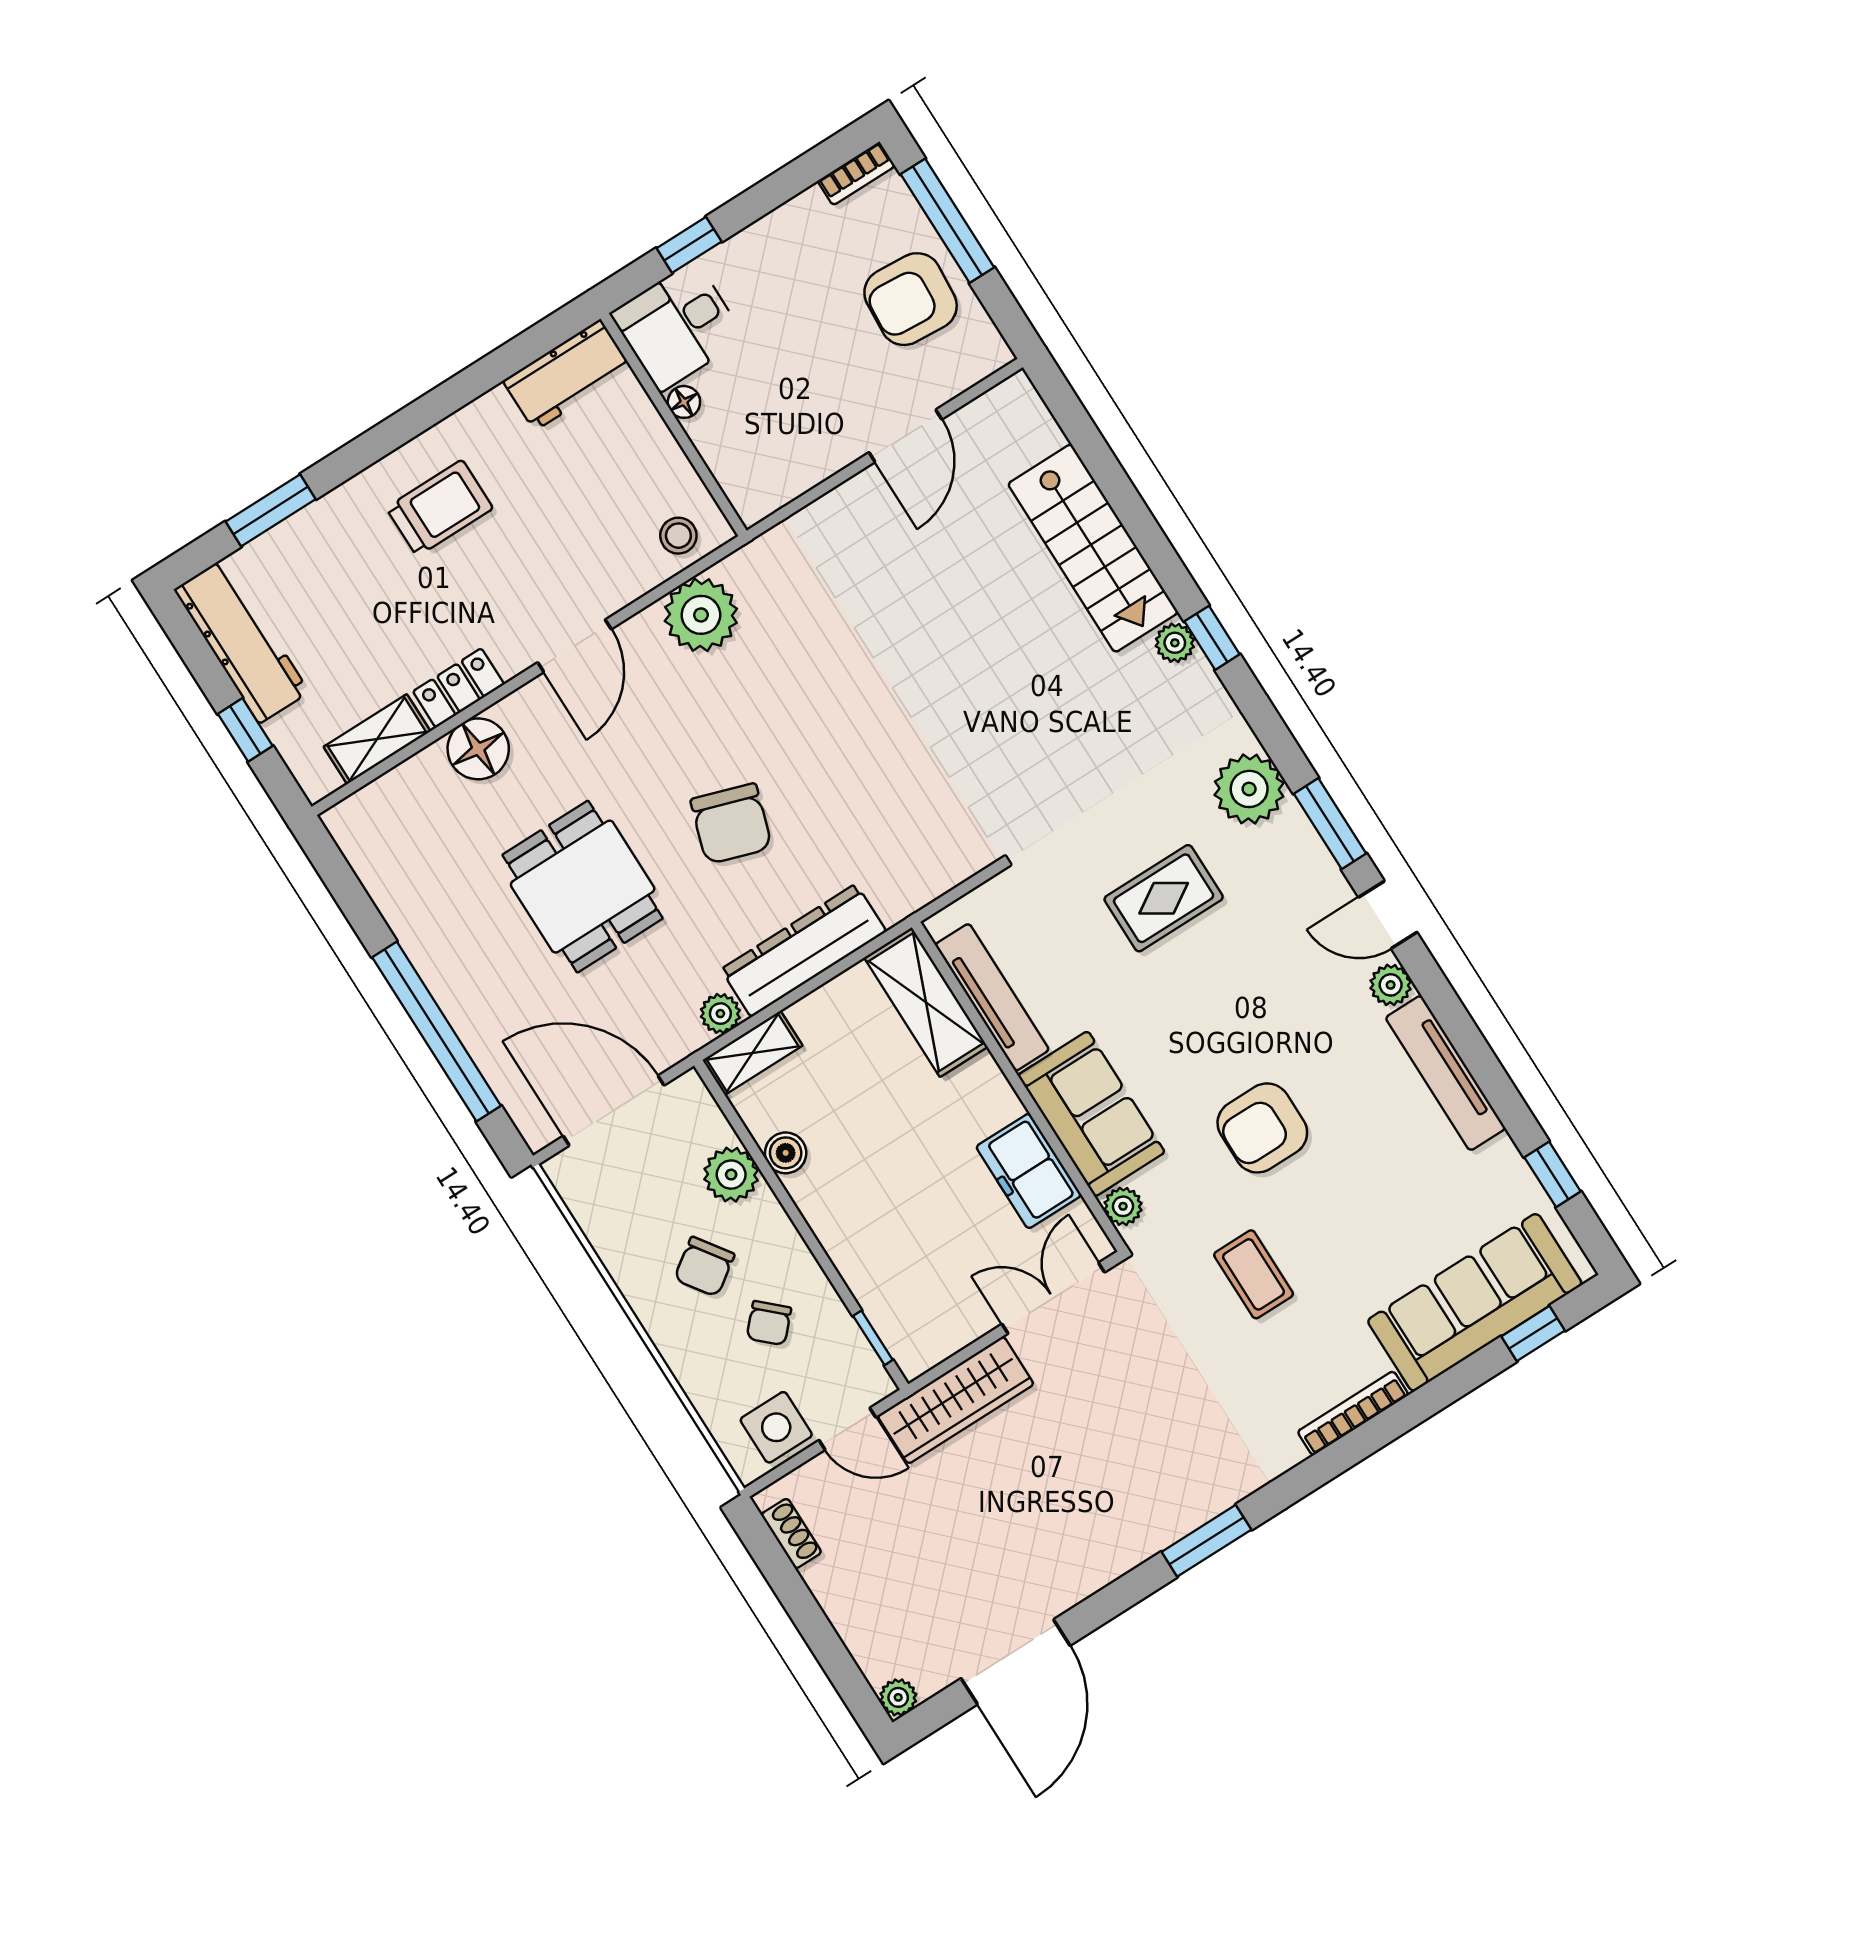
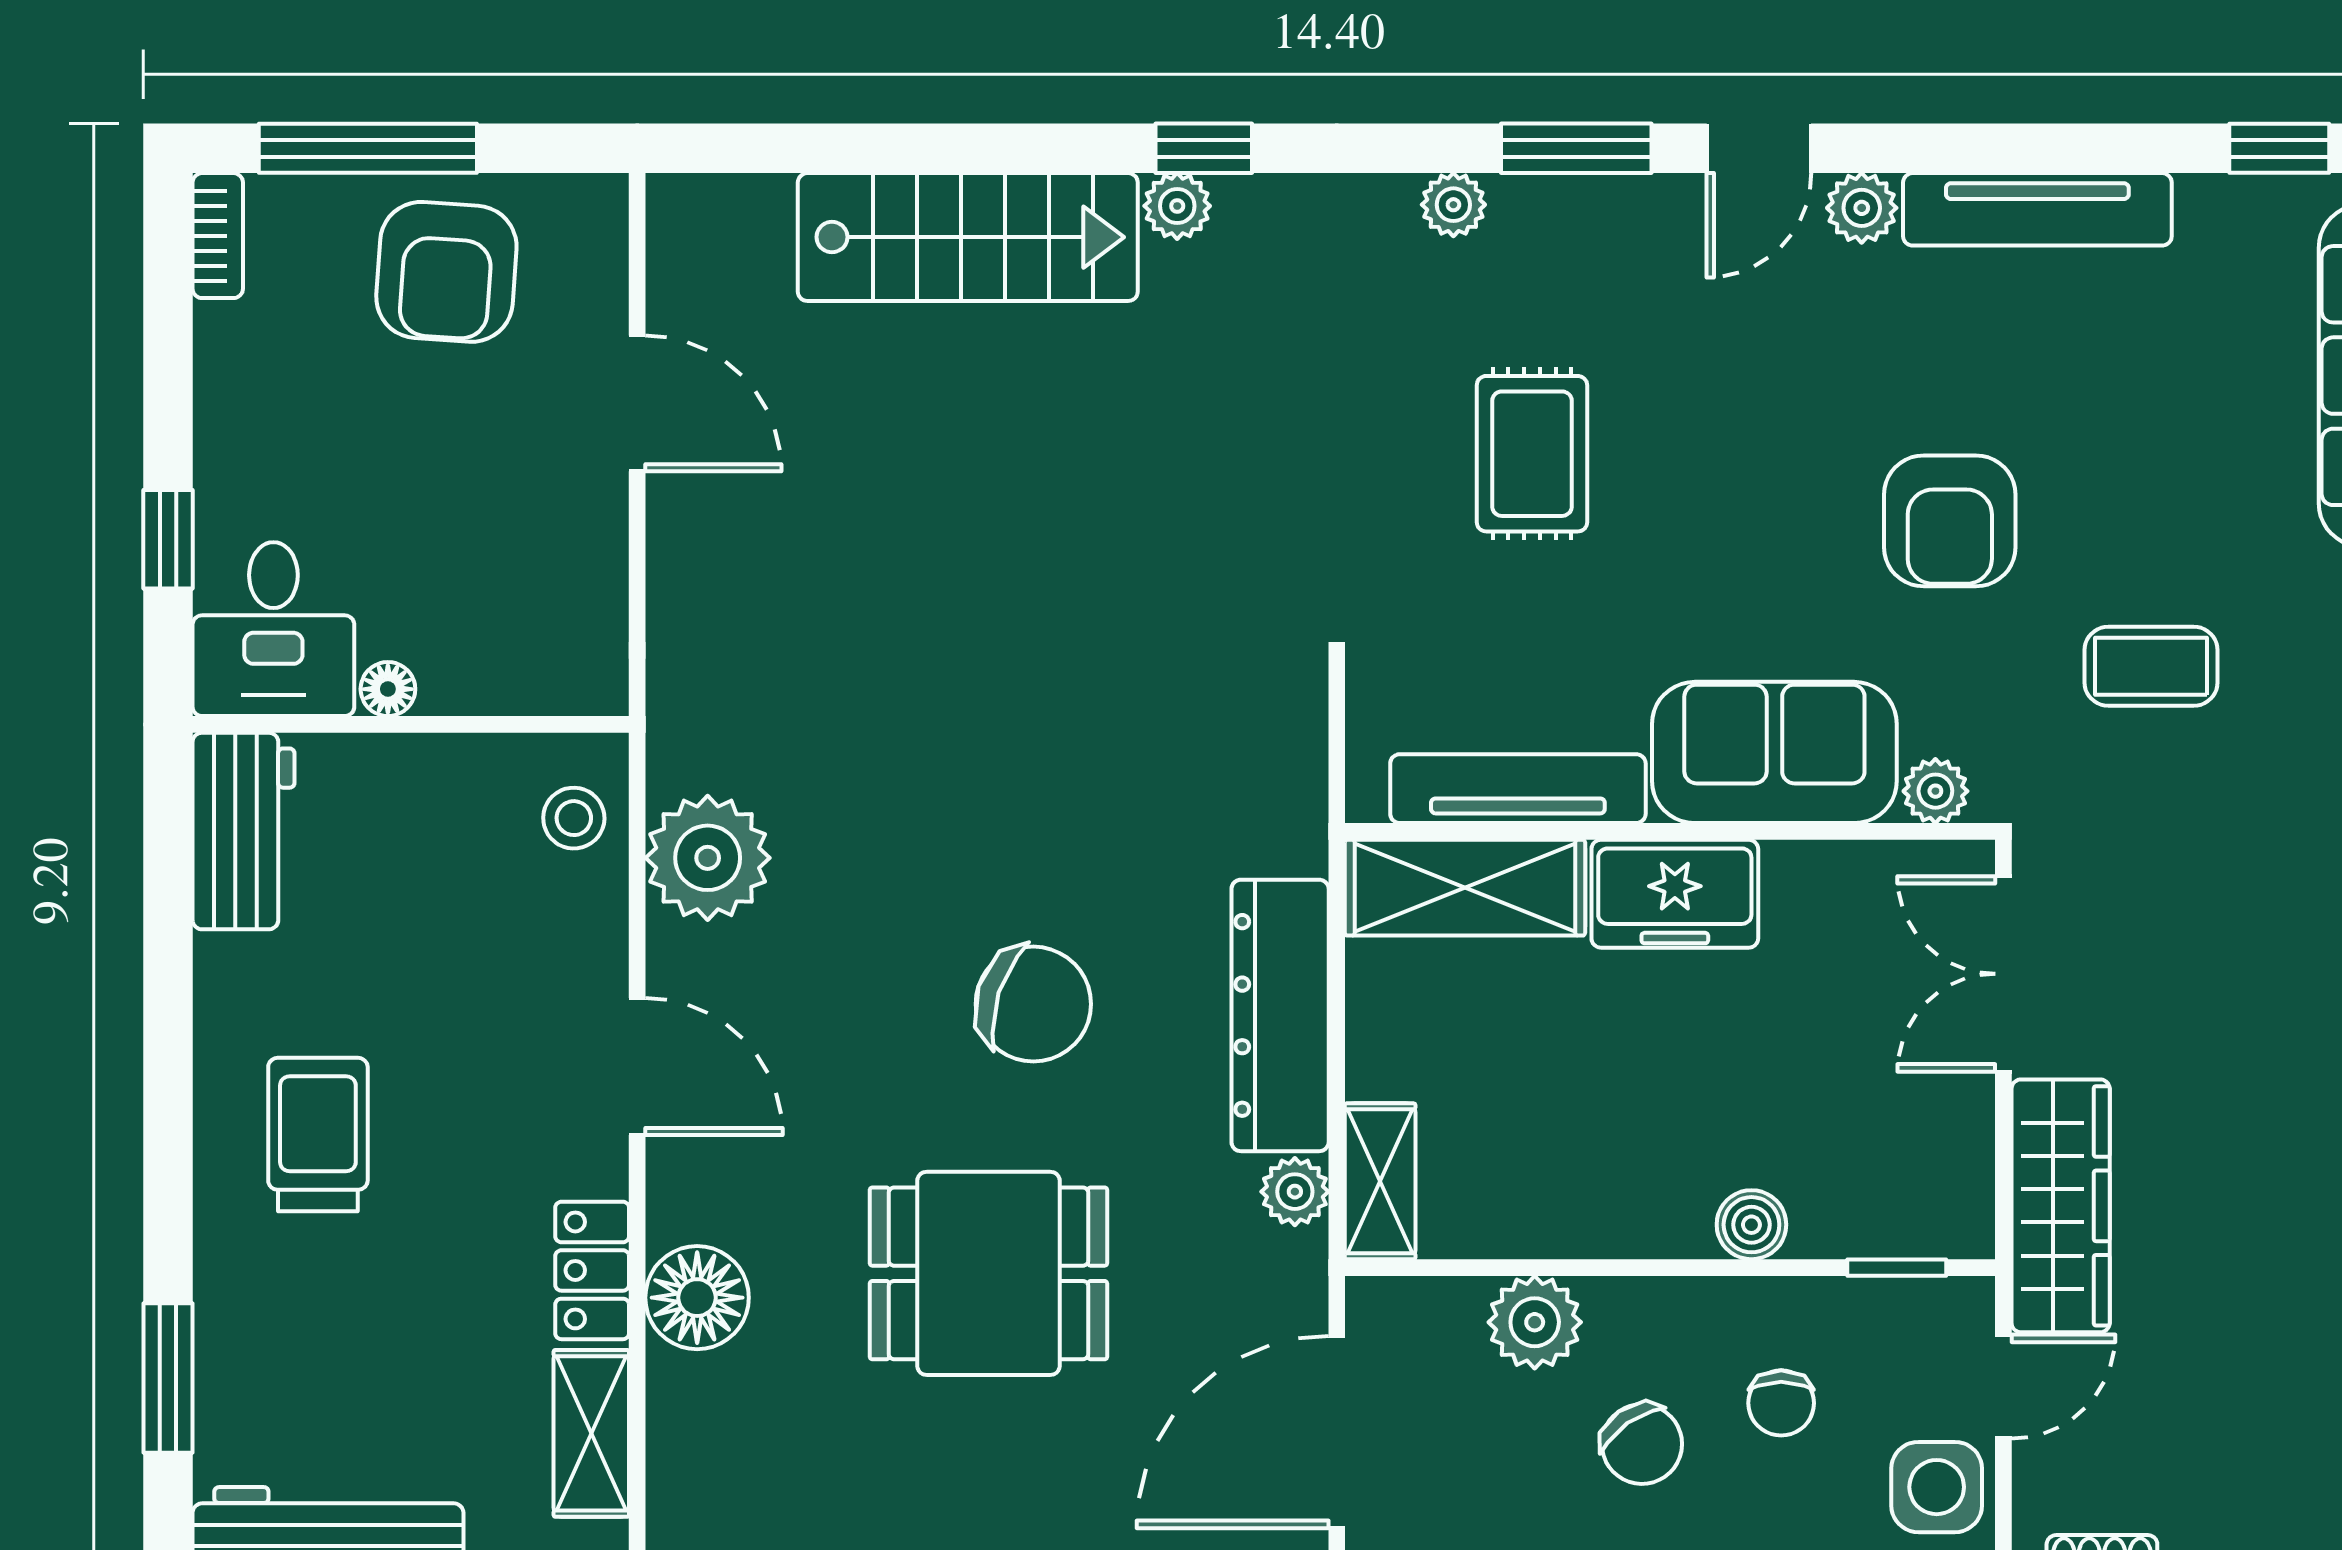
plant: (1249, 789) -> (1453, 205), width x0.53, depth x0.53
boiler: (786, 1153) -> (1751, 1225), moved
freezer: (1029, 1171) -> (1675, 894), moved
chair: (769, 1323) -> (1781, 1403), turned 47

